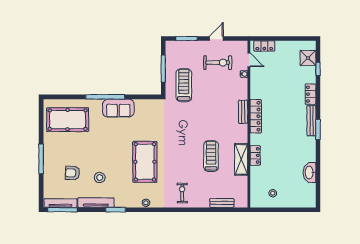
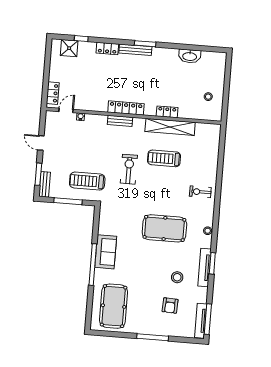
exercise bike: (218, 63) -> (129, 169), moved
shelving: (241, 159) -> (170, 127), width x1.47
tv unit: (96, 203) -> (204, 268), moved
bench: (222, 203) -> (45, 184), moved

